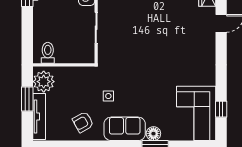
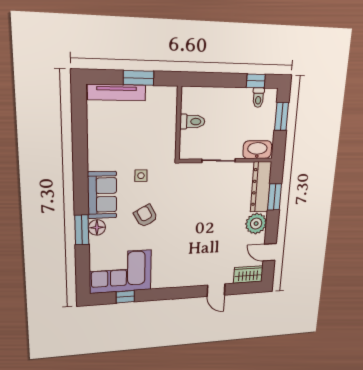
toilet: (48, 53) -> (192, 122), moved
plant: (44, 82) -> (159, 99), removed
armchair: (83, 122) -> (146, 216), moved

